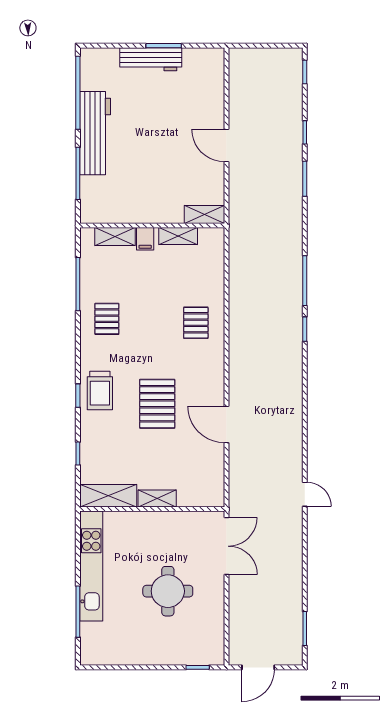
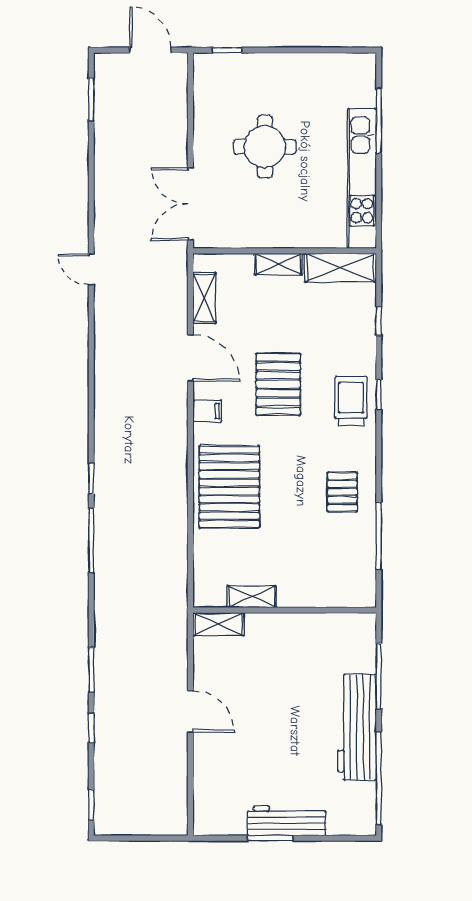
shelving: (115, 236) -> (204, 298), moved, turned 90
filing cabinet: (145, 239) -> (207, 411), moved, turned 90
pallet: (196, 323) -> (229, 487), width x2.05, depth x2.00
door: (258, 667) -> (150, 50), hinge flipped

